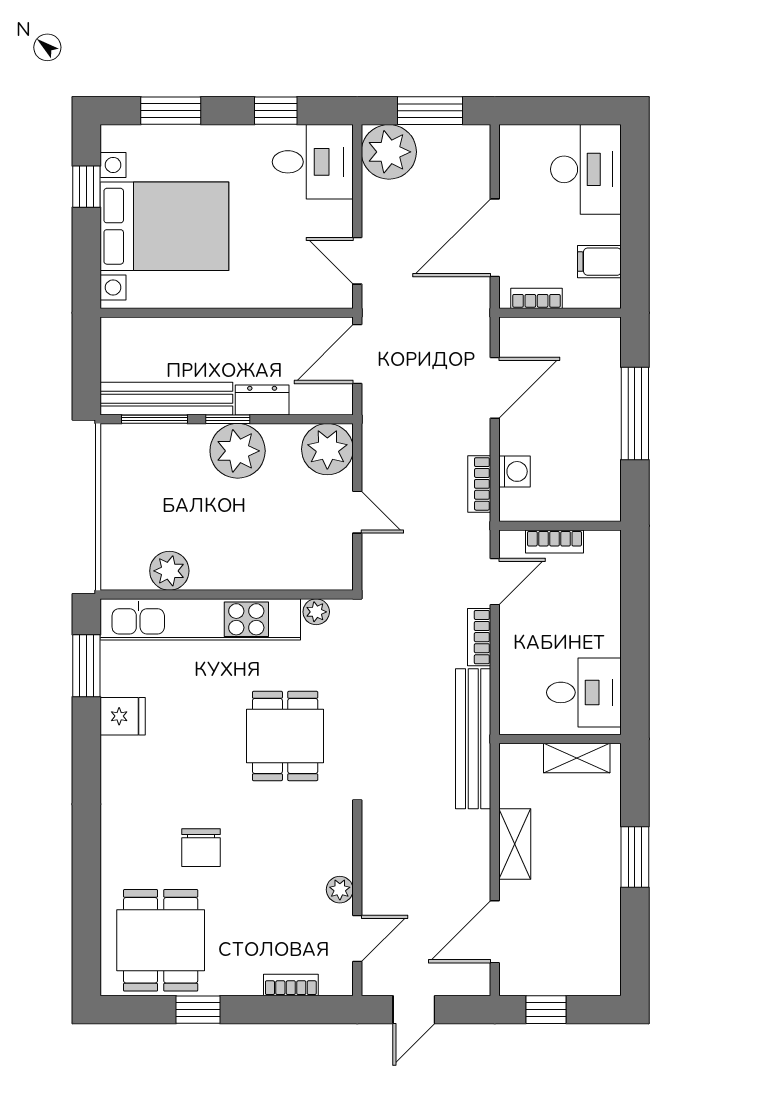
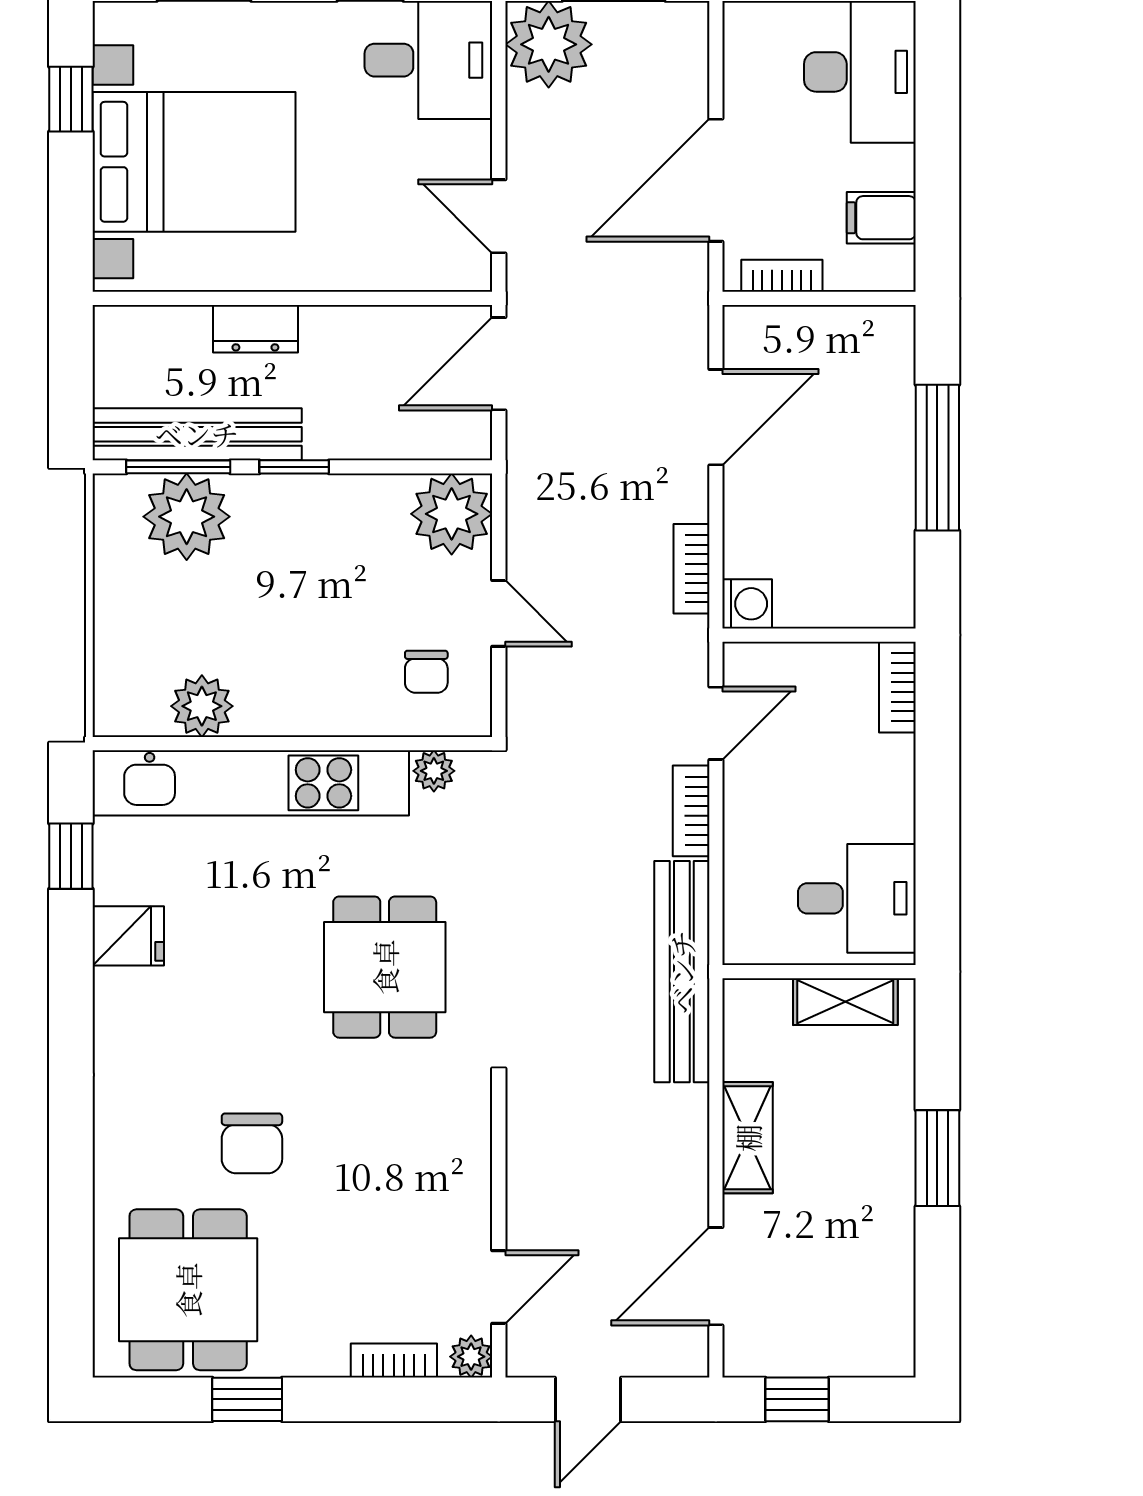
dresser: (262, 400) -> (255, 329), moved, turned 180
plant: (238, 451) -> (187, 517), moved
washing machine: (515, 471) -> (747, 604), moved
bookcase: (555, 541) -> (897, 687), moved, turned 90
chair: (311, 549) -> (426, 672), added
window: (86, 666) -> (71, 856), width x0.67
plant: (340, 890) -> (471, 1357), moved

